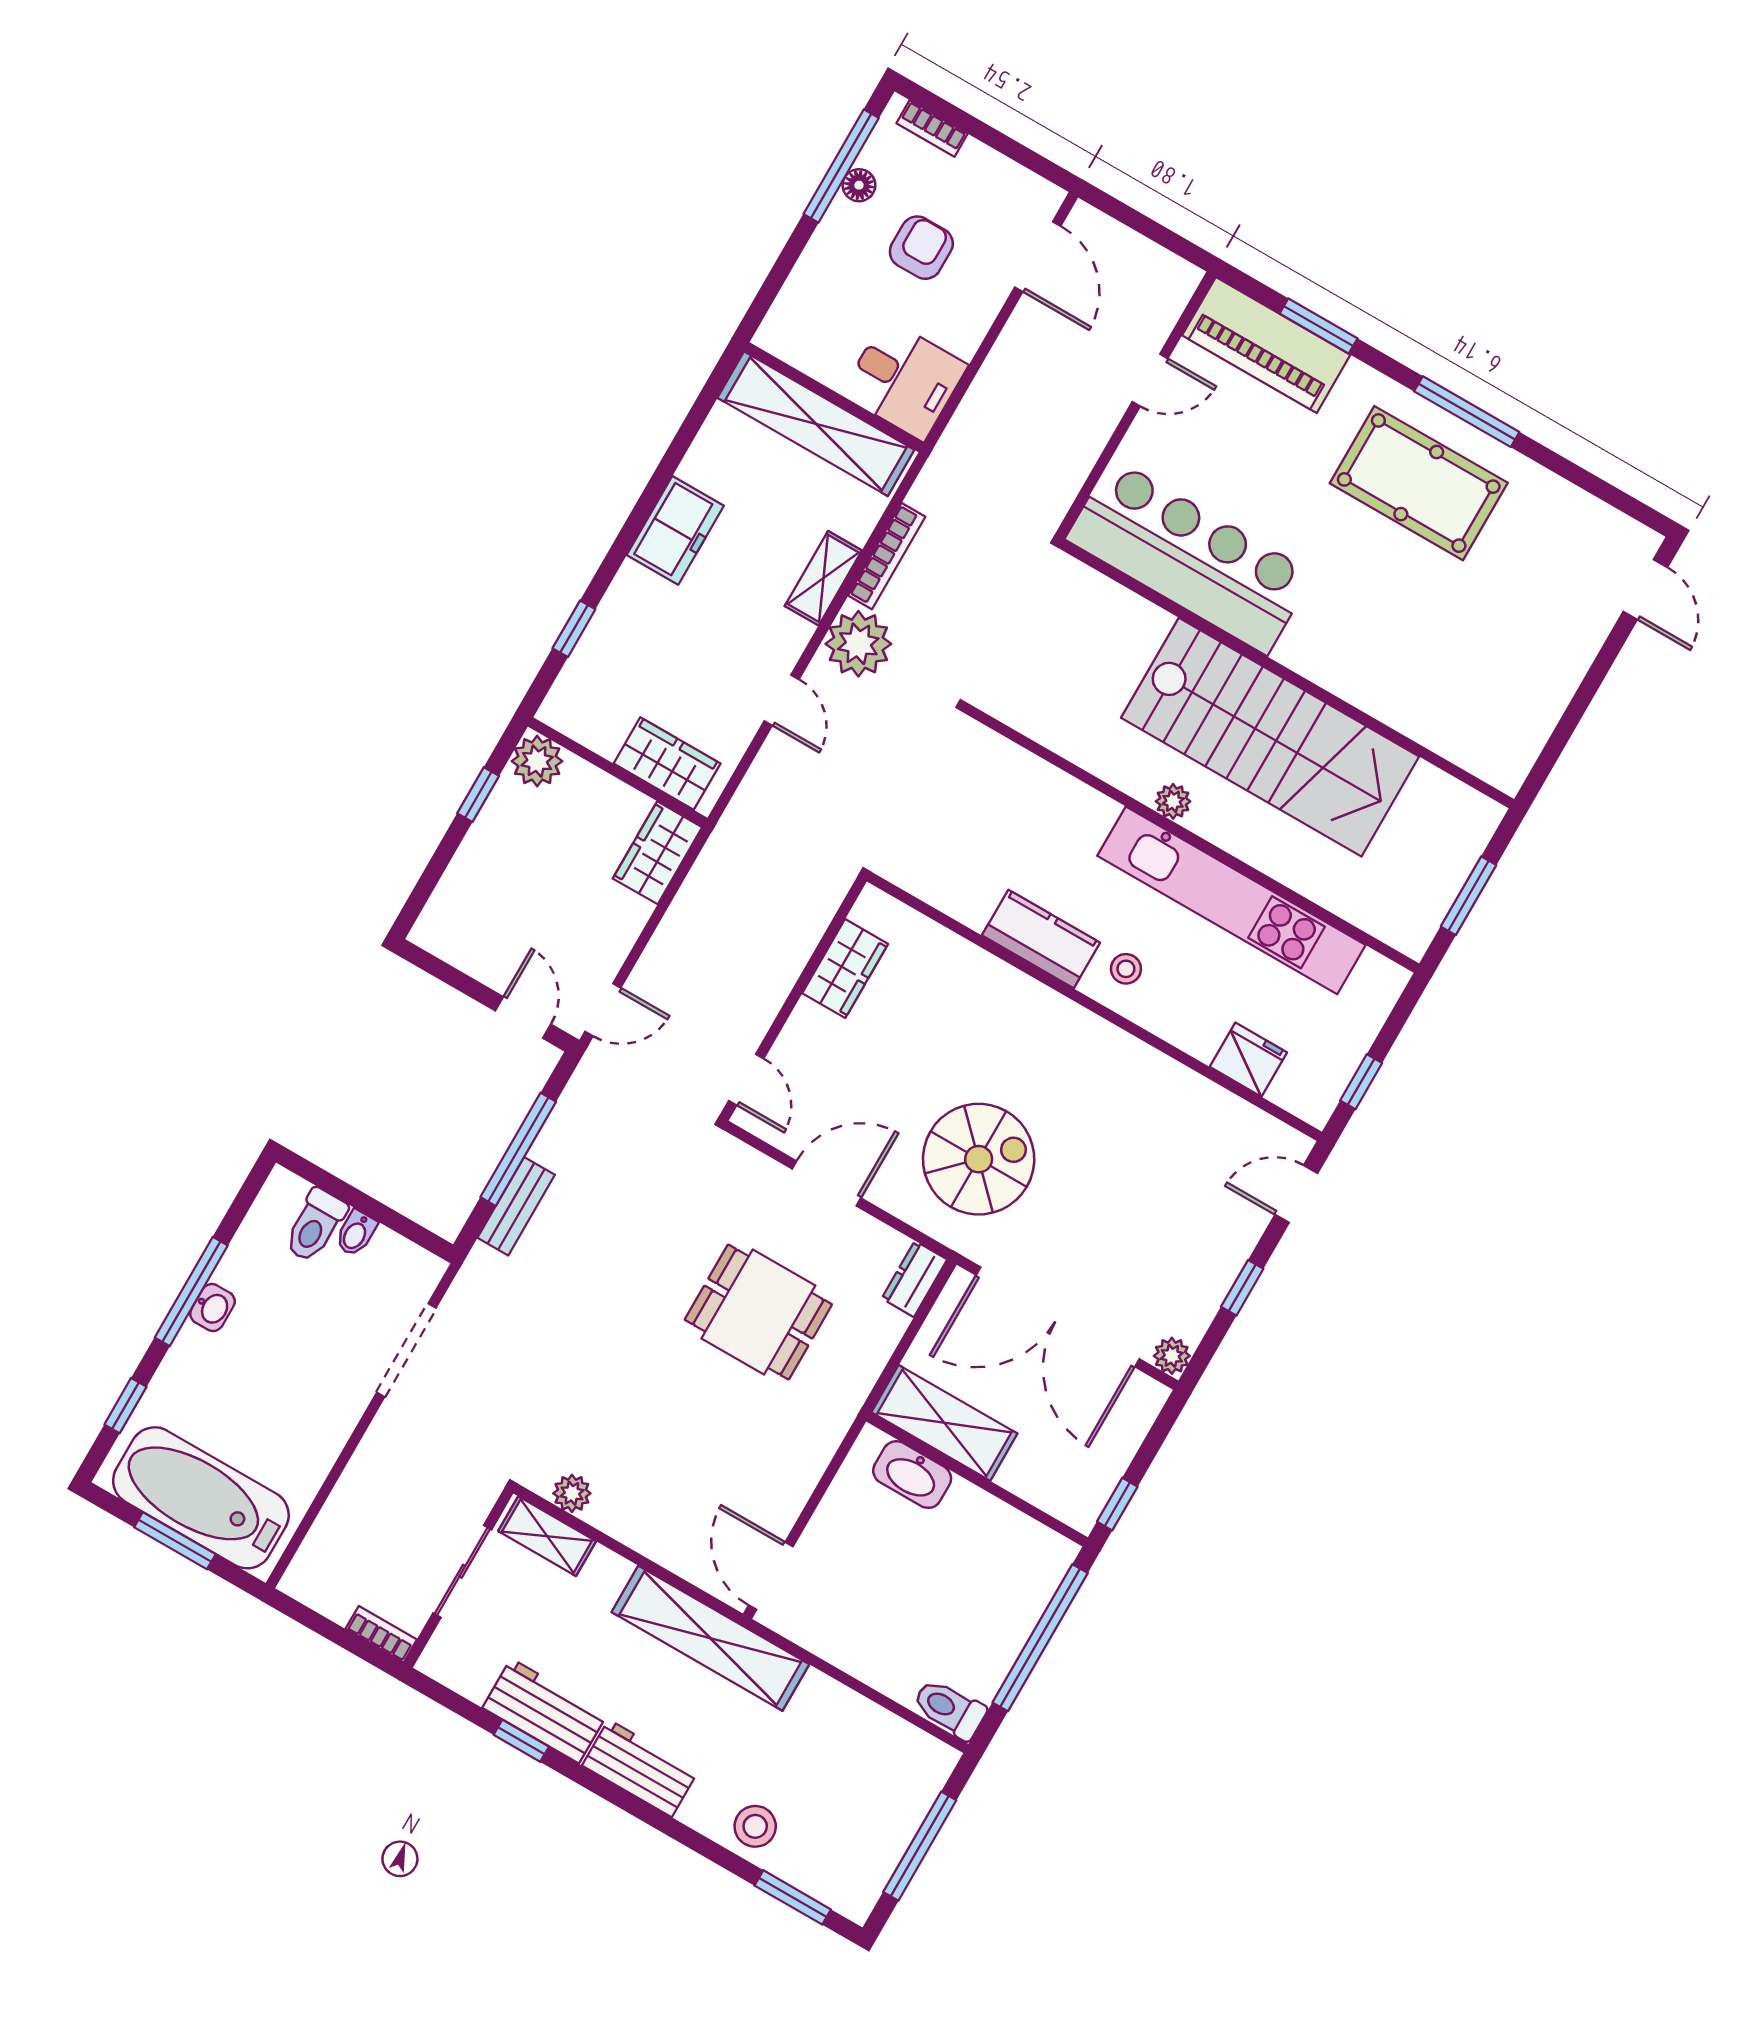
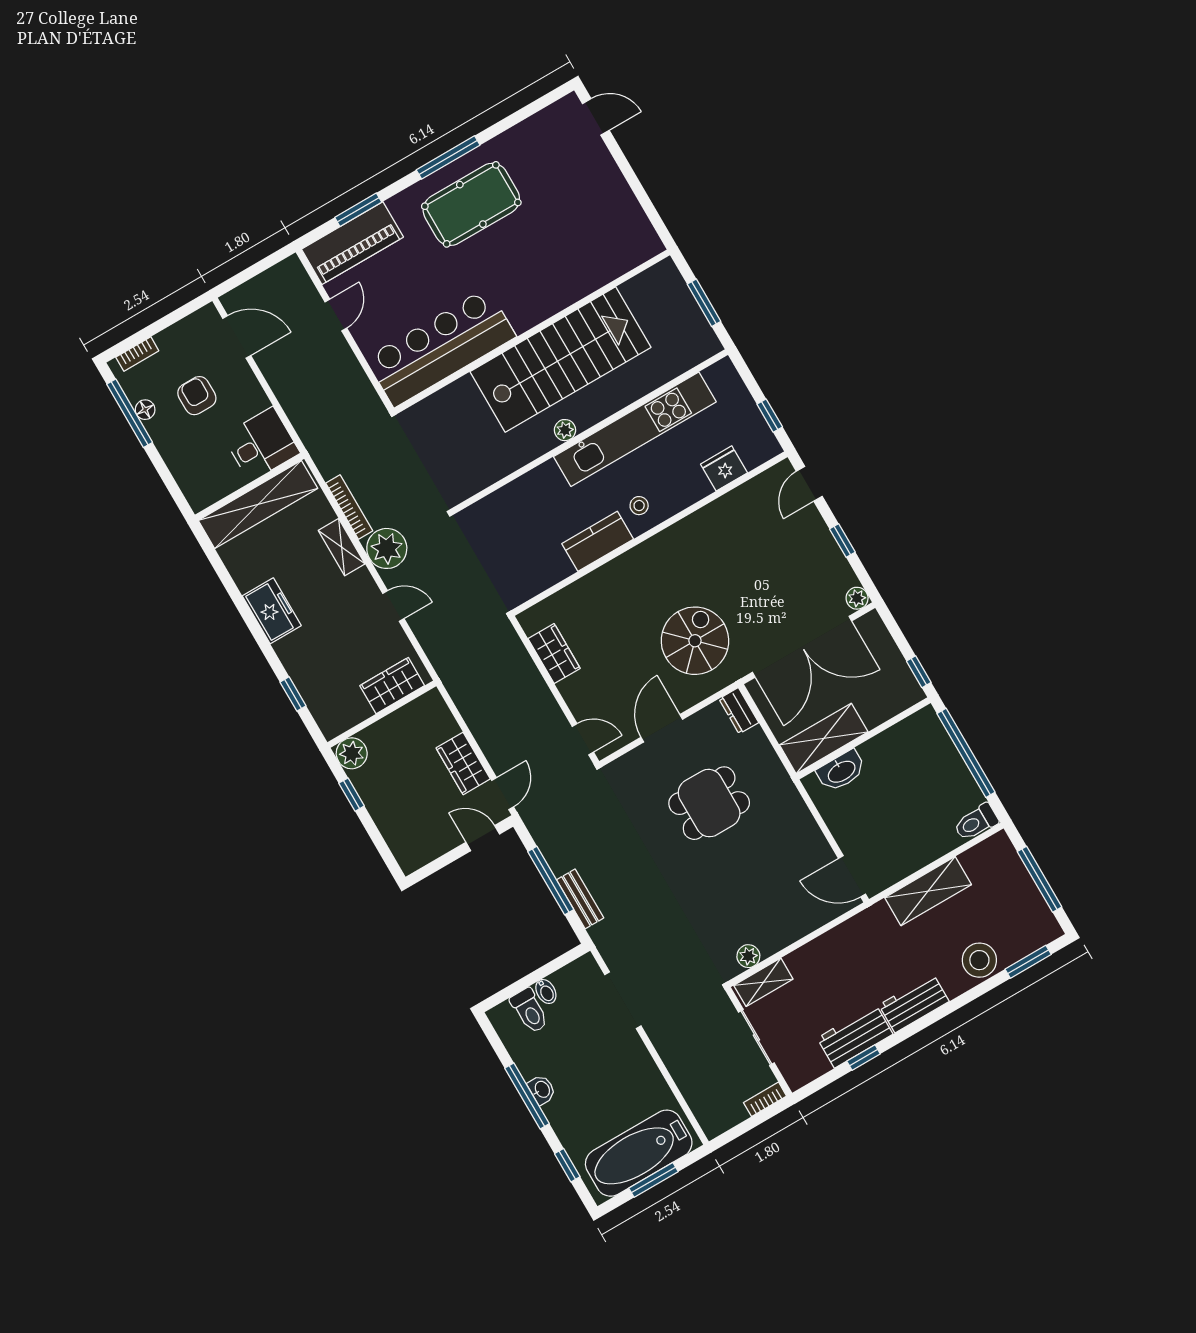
wardrobe: (657, 853) -> (463, 763), moved
shelving: (710, 1638) -> (928, 891), moved, width x0.68
stool: (755, 1826) -> (979, 960), width x1.38, depth x1.38

